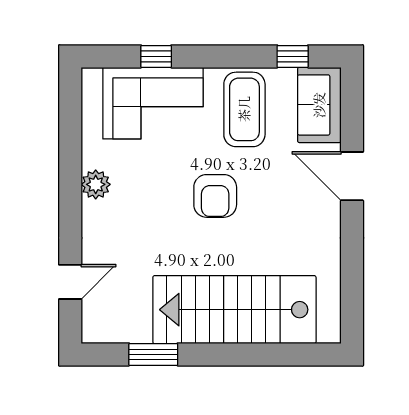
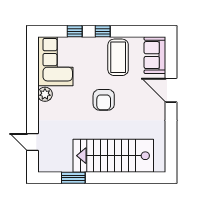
window: (293, 56) -> (103, 31), moved
corner sofa: (153, 103) -> (55, 61), moved, turned -90
door: (70, 282) -> (32, 142), swing flipped

